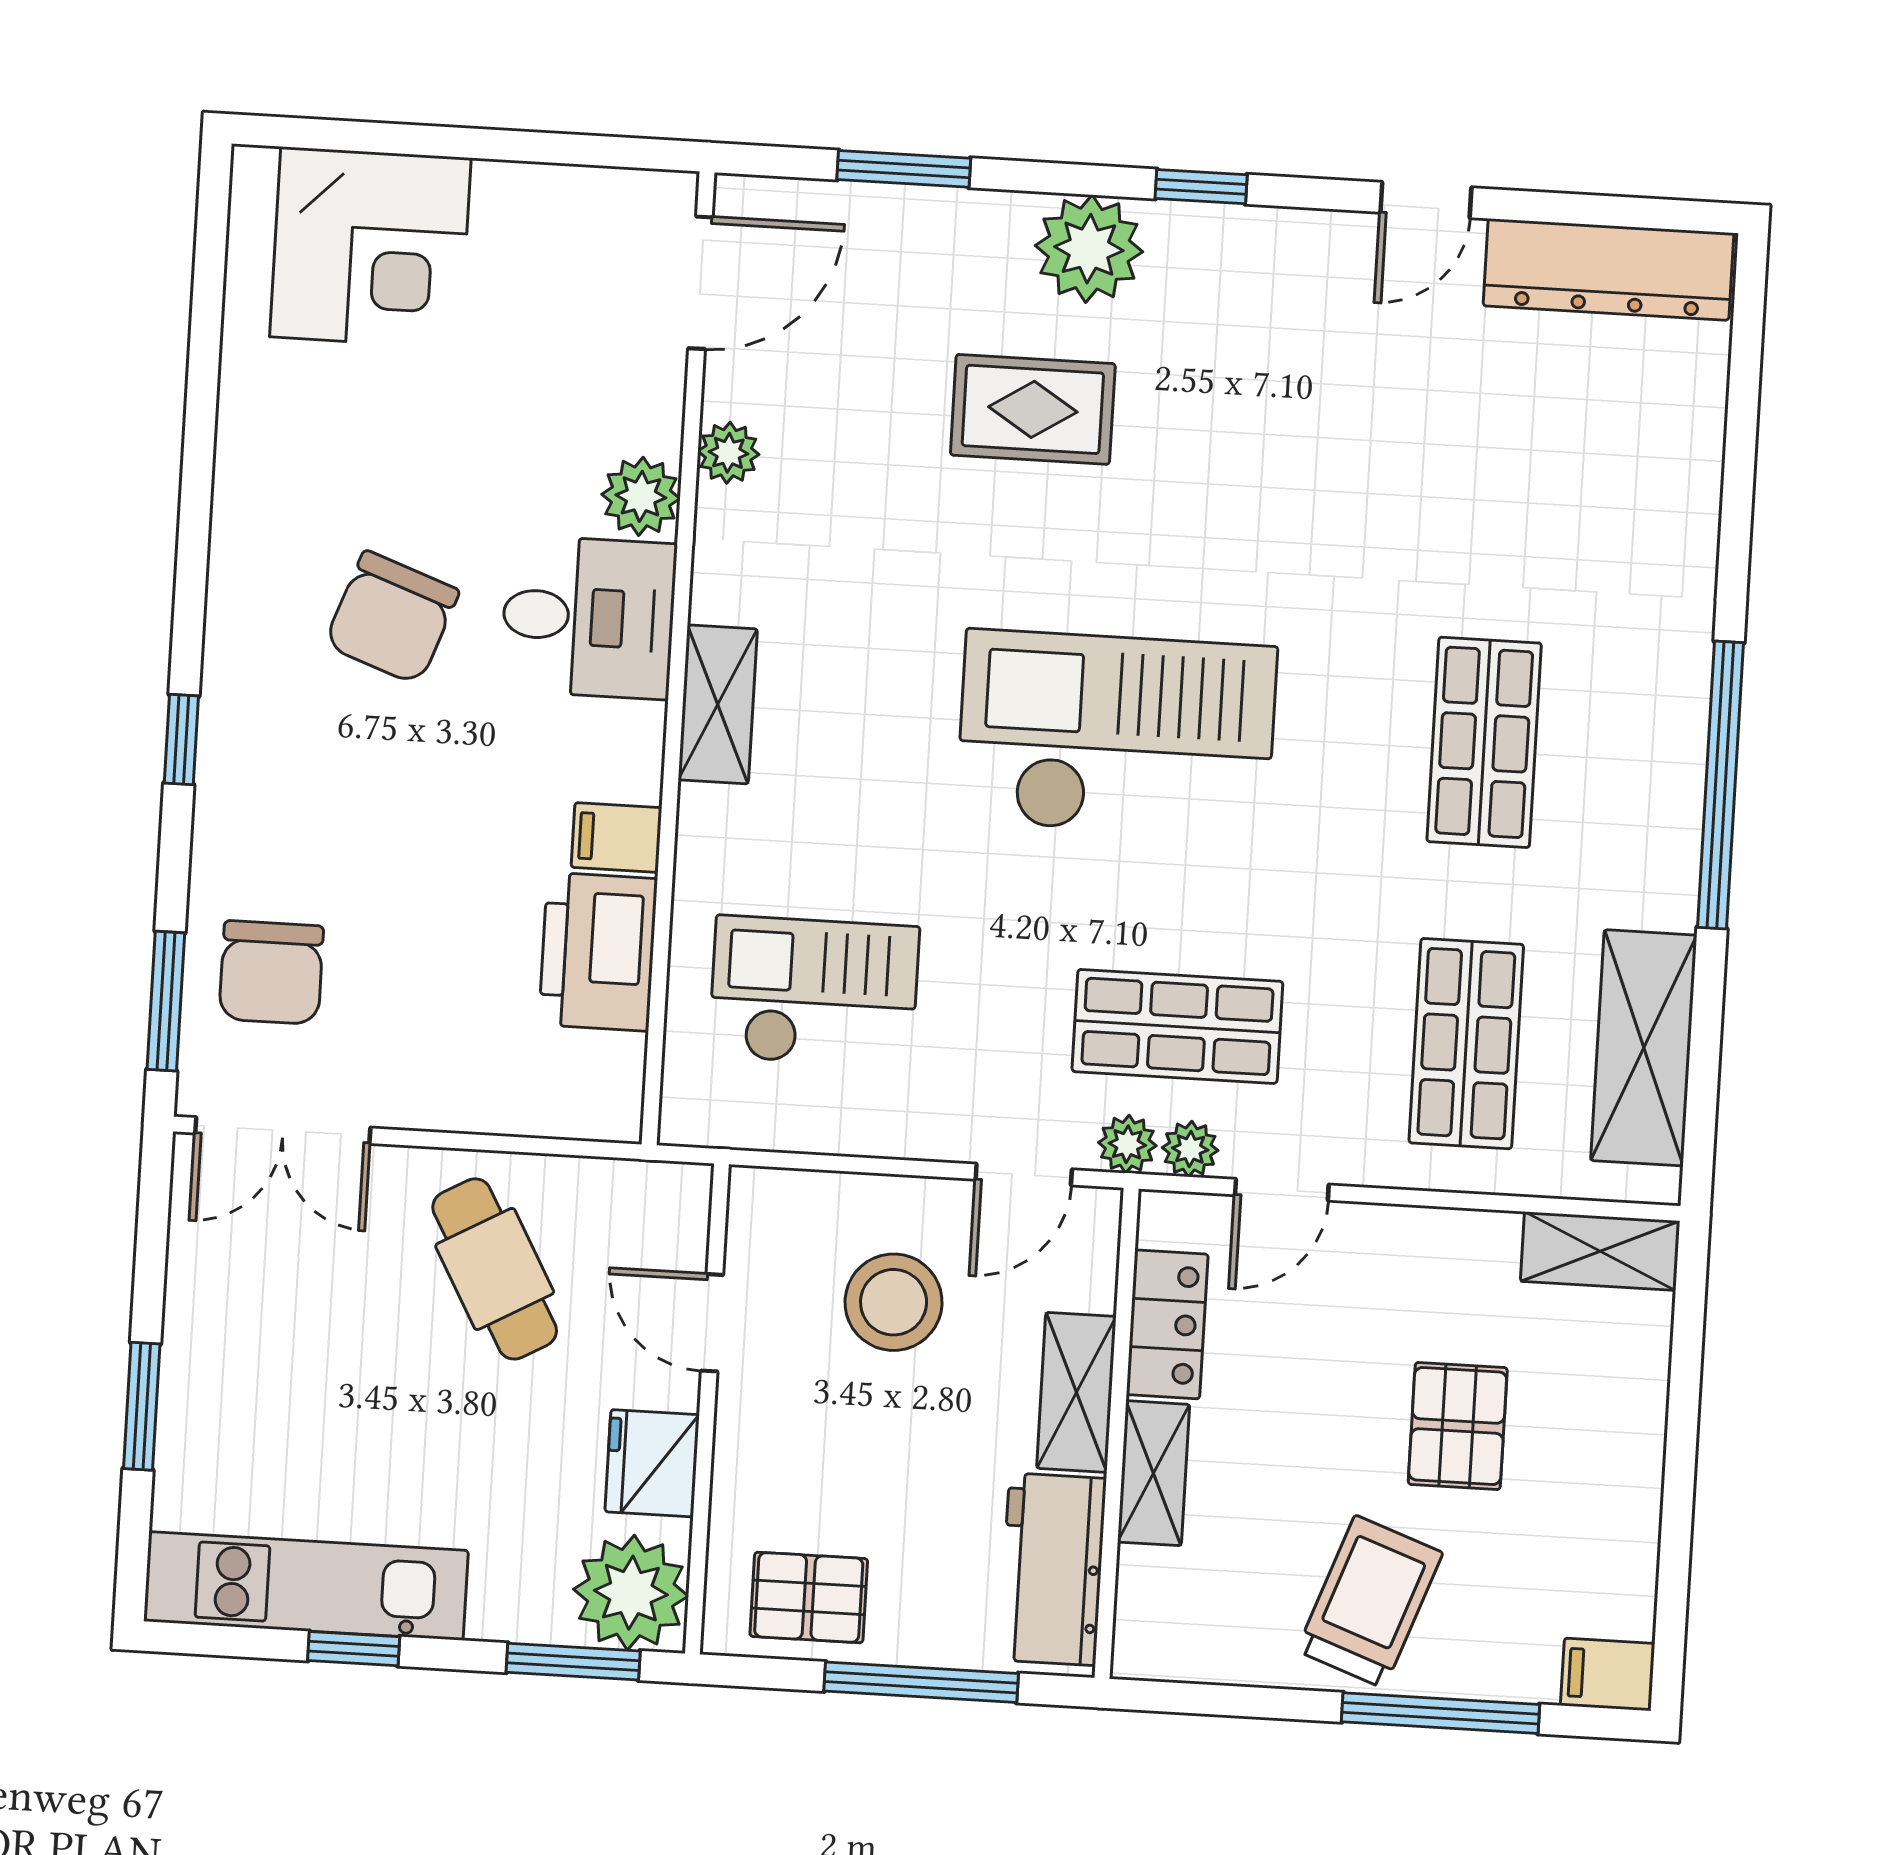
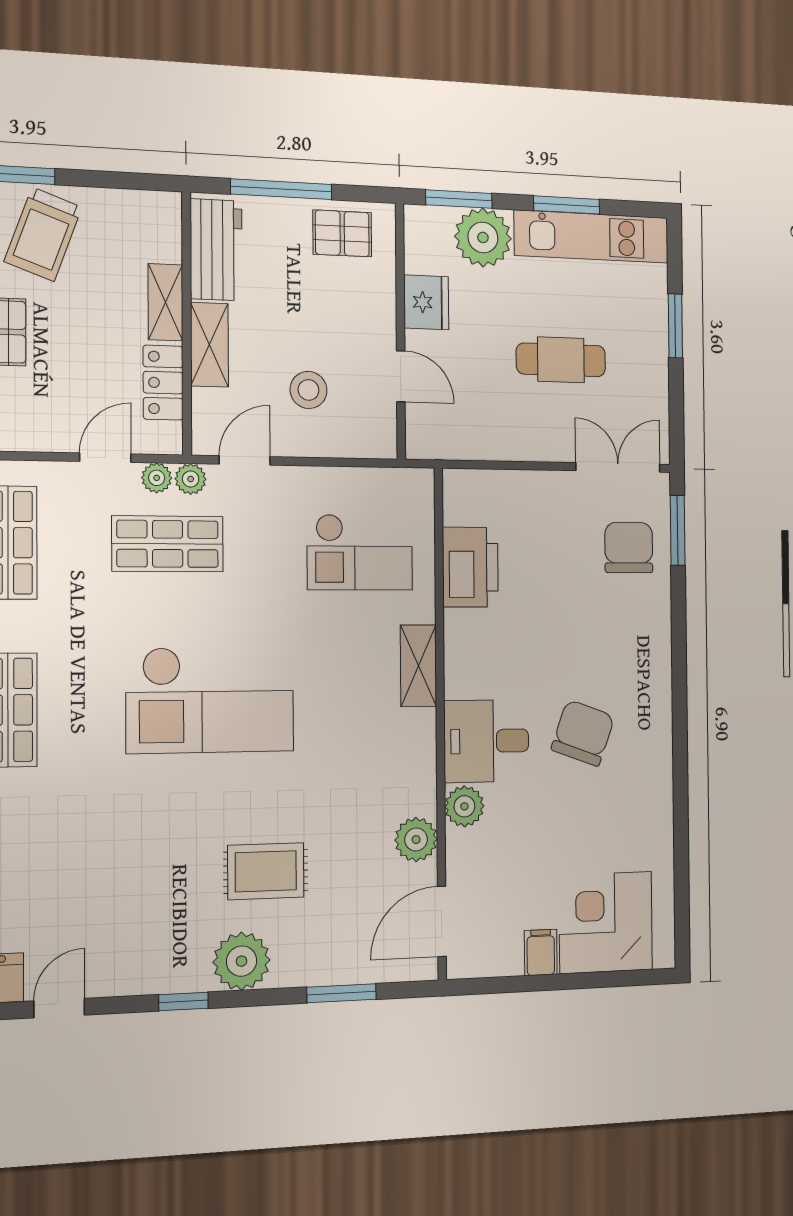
plant: (728, 453) -> (416, 840), width x1.38, depth x1.38
shelving: (718, 704) -> (418, 666), moved
window: (181, 739) -> (679, 663), removed
filing cabinet: (617, 838) -> (541, 952), moved, turned -90
cafe table: (495, 1269) -> (561, 360), moved, turned -61
stool: (894, 1302) -> (309, 390), width x0.73, depth x0.73
plant: (631, 1593) -> (483, 237), moved
window: (354, 1649) -> (567, 205), width x1.50

